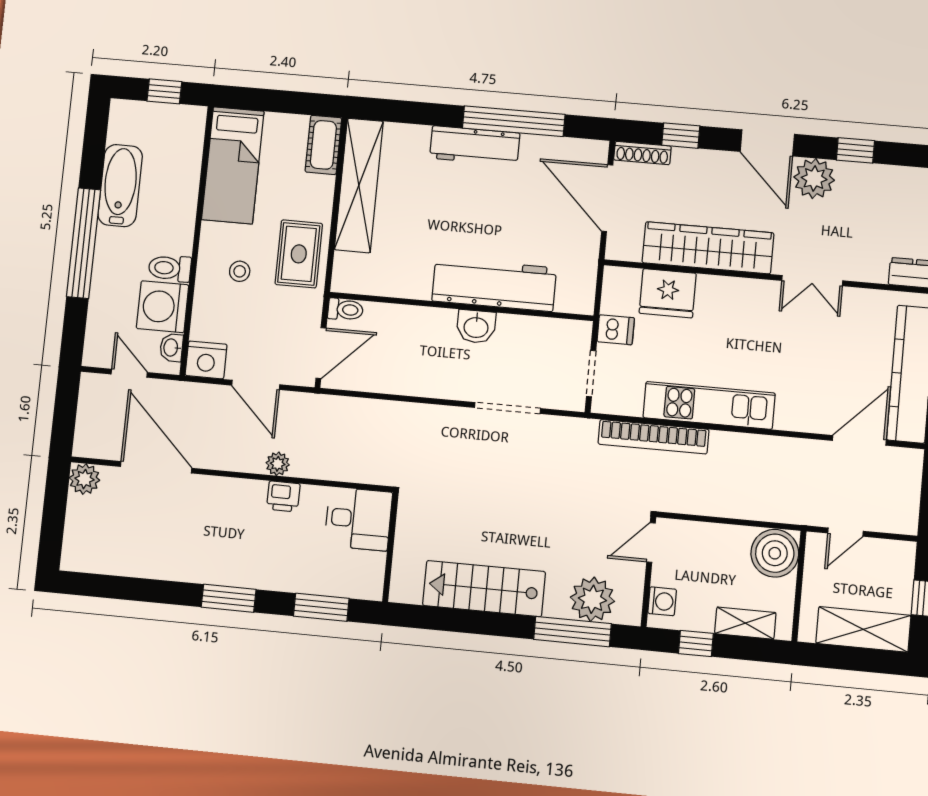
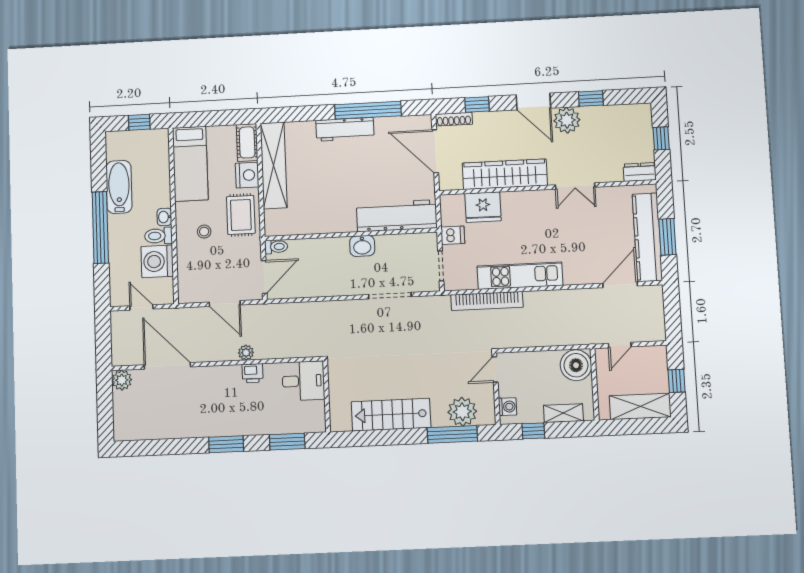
workbench: (494, 284) -> (397, 216), moved
washbasin: (171, 348) -> (164, 217), moved
nightstand: (206, 360) -> (247, 175), moved, turned -90

